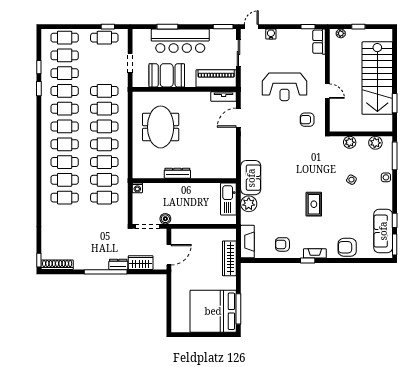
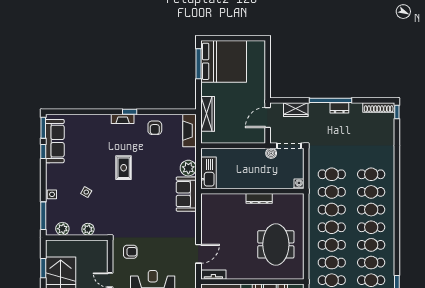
armchair: (282, 244) -> (155, 128), turned 90
armchair: (347, 247) -> (90, 125), removed
dresser: (118, 264) -> (339, 108), moved

